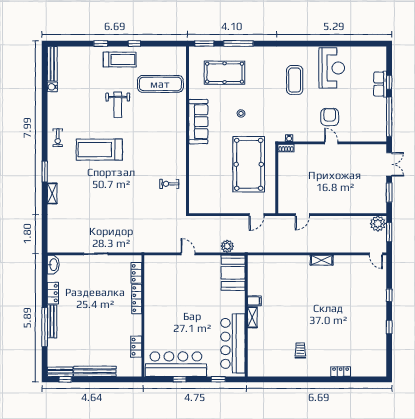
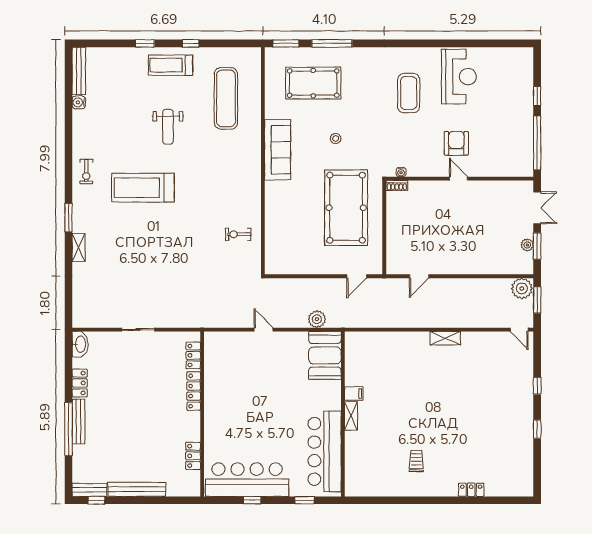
treadmill: (120, 59) -> (170, 65), turned 180
exercise mat: (160, 84) -> (226, 98), turned 90
row of seats: (380, 84) -> (525, 99), removed
plant: (382, 192) -> (527, 245), added

